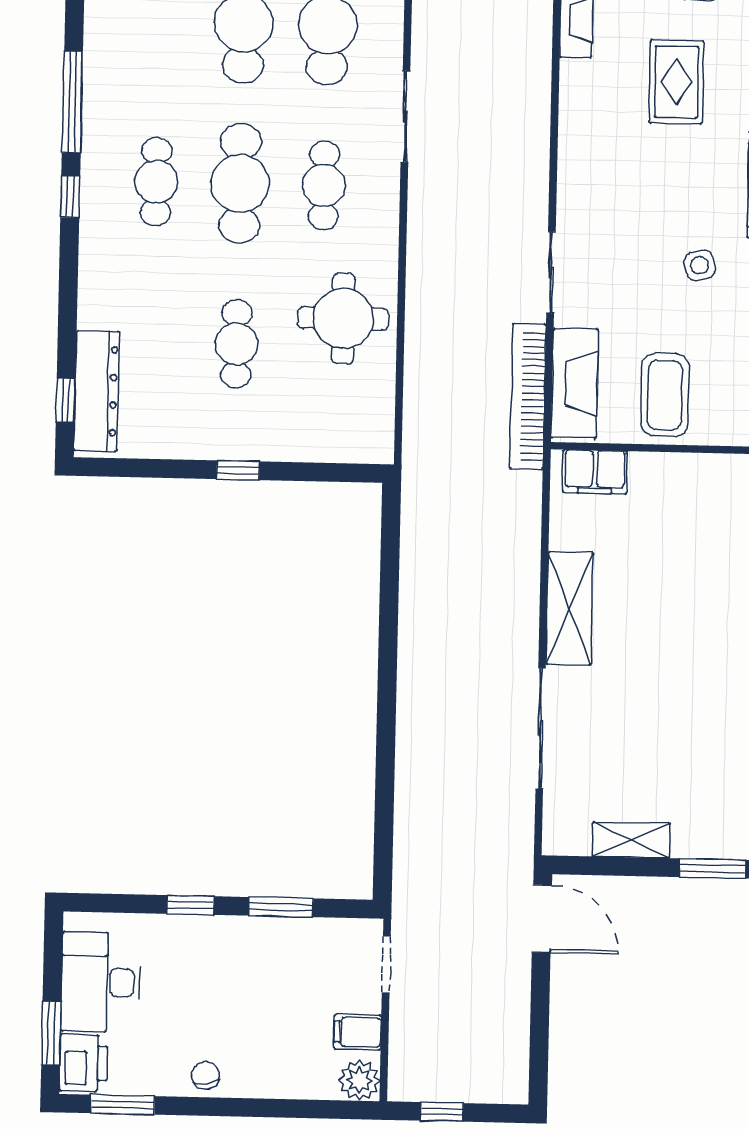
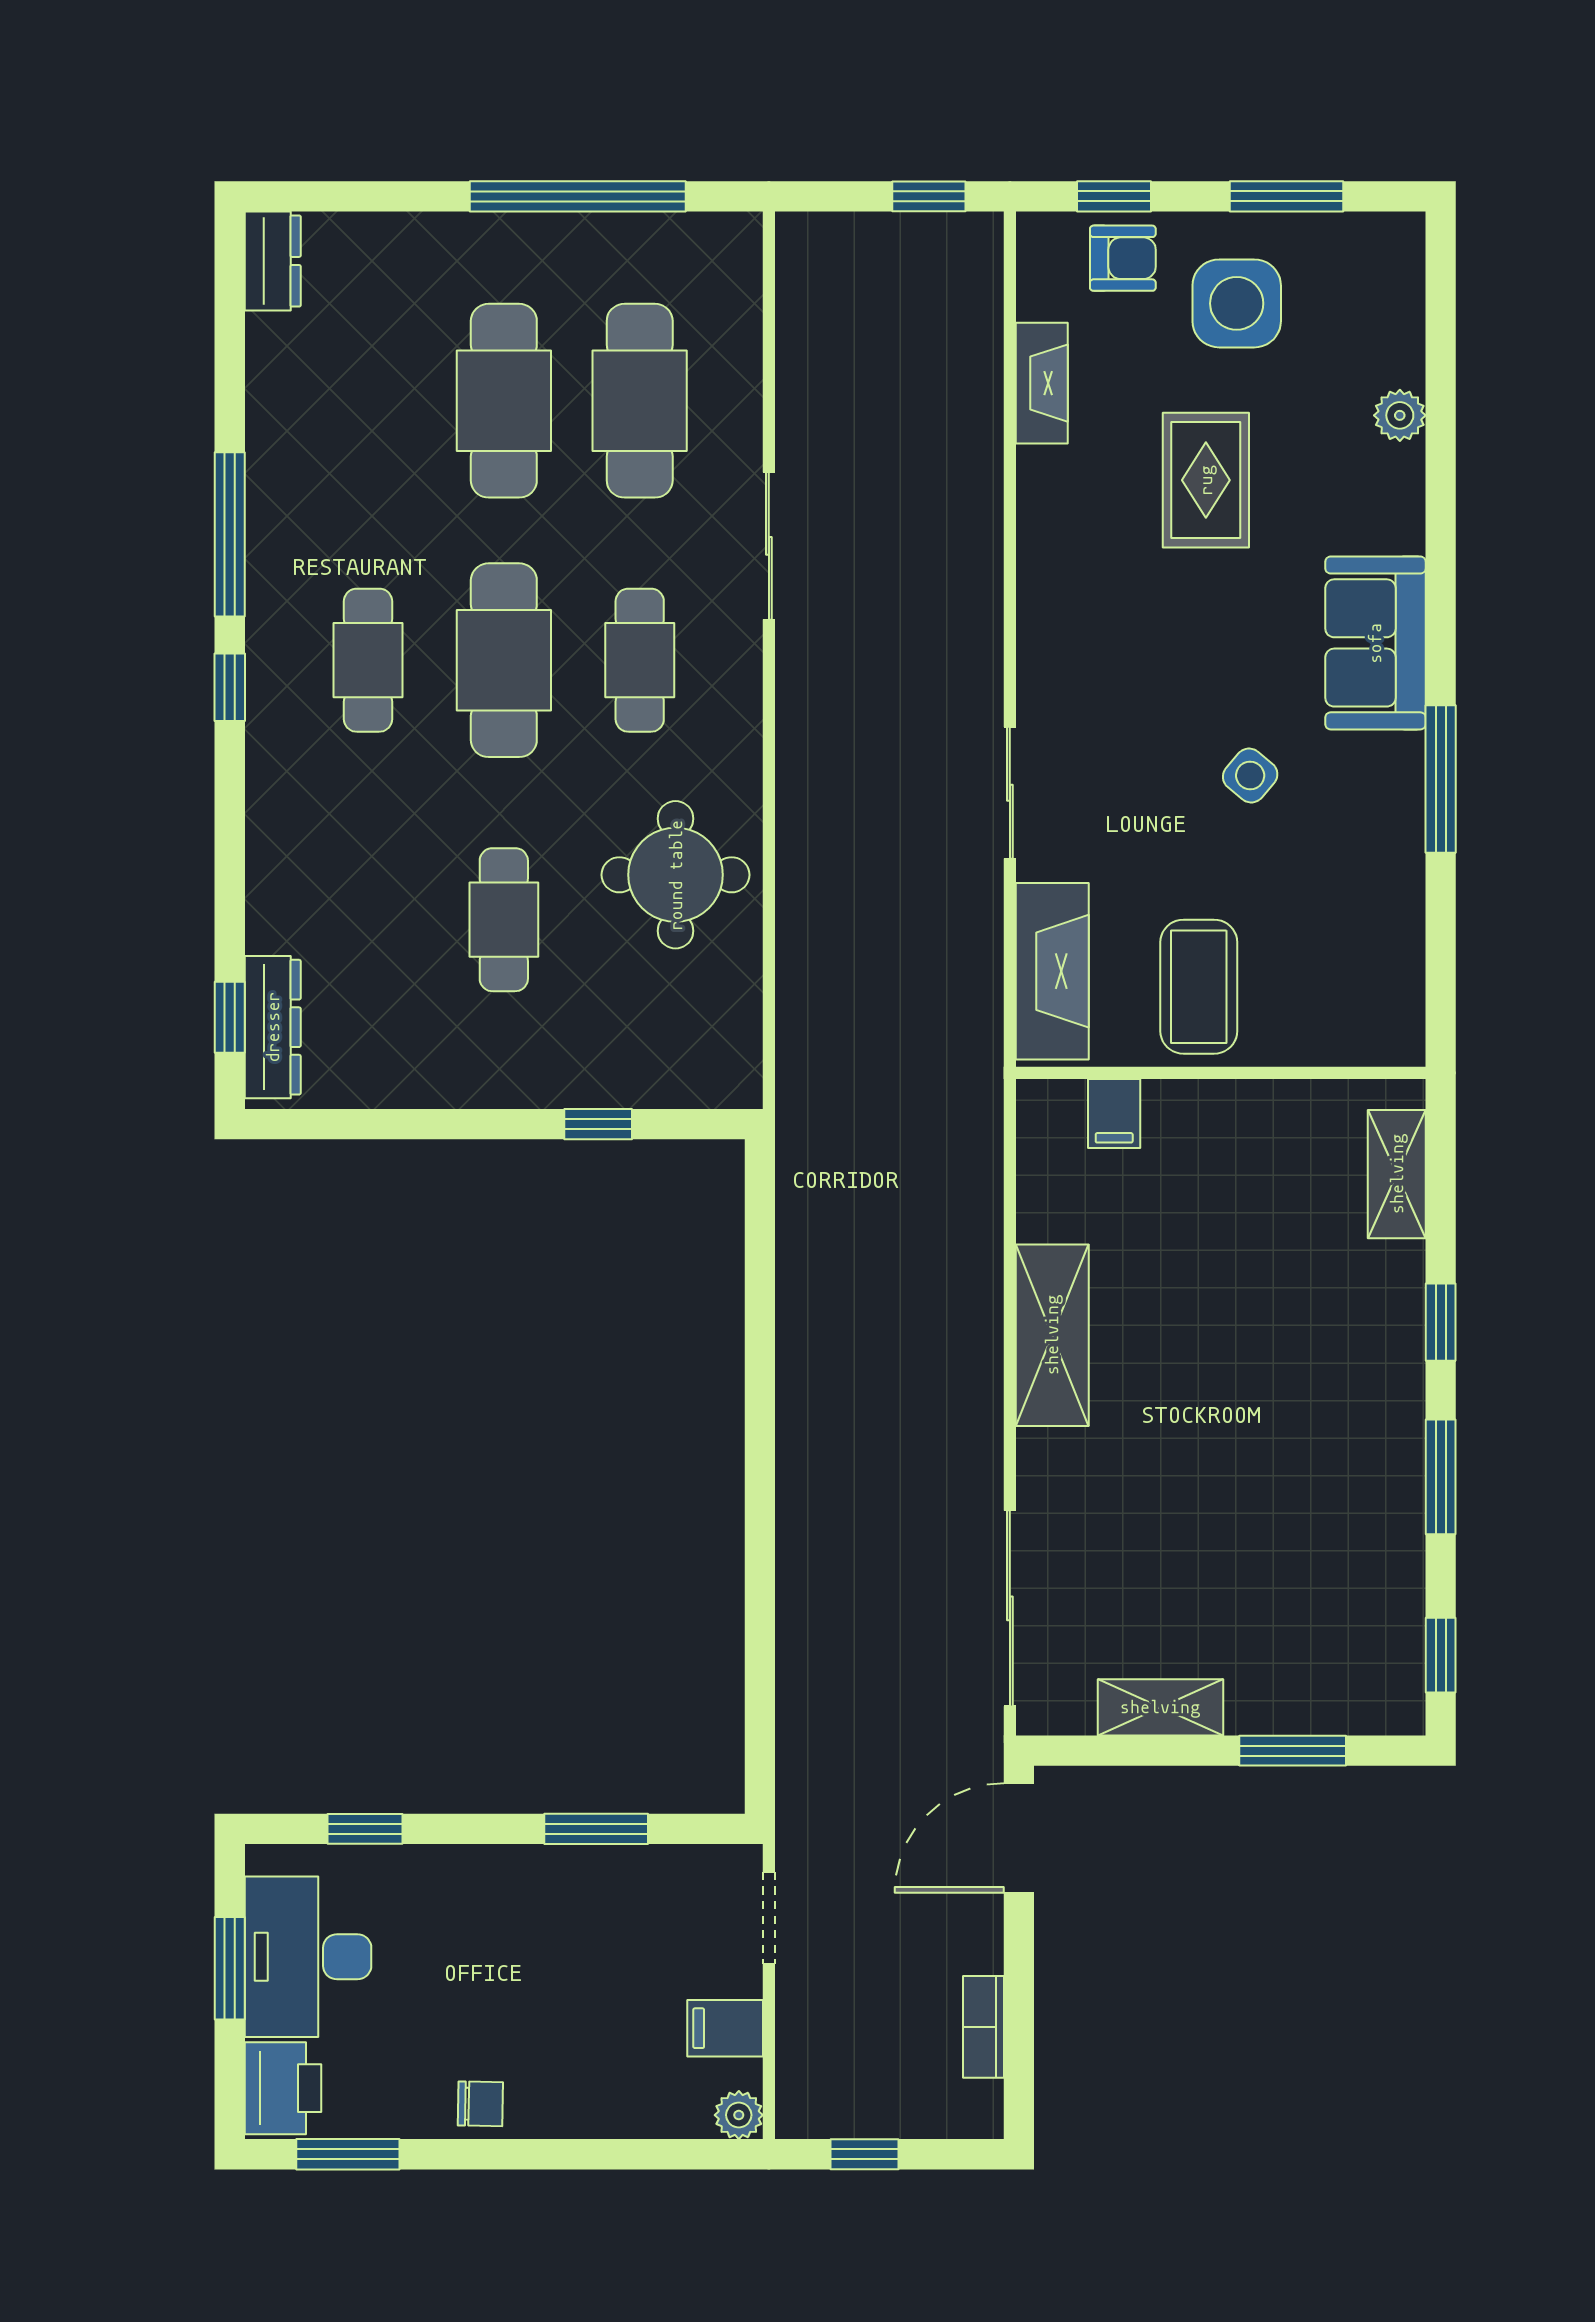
side table: (700, 265) -> (1250, 776), turned -38
dresser: (97, 391) -> (273, 1027), width x0.73, depth x0.80
bookcase: (528, 396) -> (983, 2027), moved, width x0.43, depth x0.76
window: (238, 470) -> (598, 1124), moved
filing cabinet: (595, 472) -> (1114, 1114), width x0.50
sliding door: (541, 728) -> (1010, 1608), moved
window: (190, 905) -> (365, 1829), moved
door: (542, 919) -> (1019, 1838), swing flipped
window: (51, 1033) -> (230, 1968), moved
chair: (205, 1075) -> (480, 2104), turned 98
plant: (359, 1080) -> (739, 2115), width x0.73, depth x0.73

